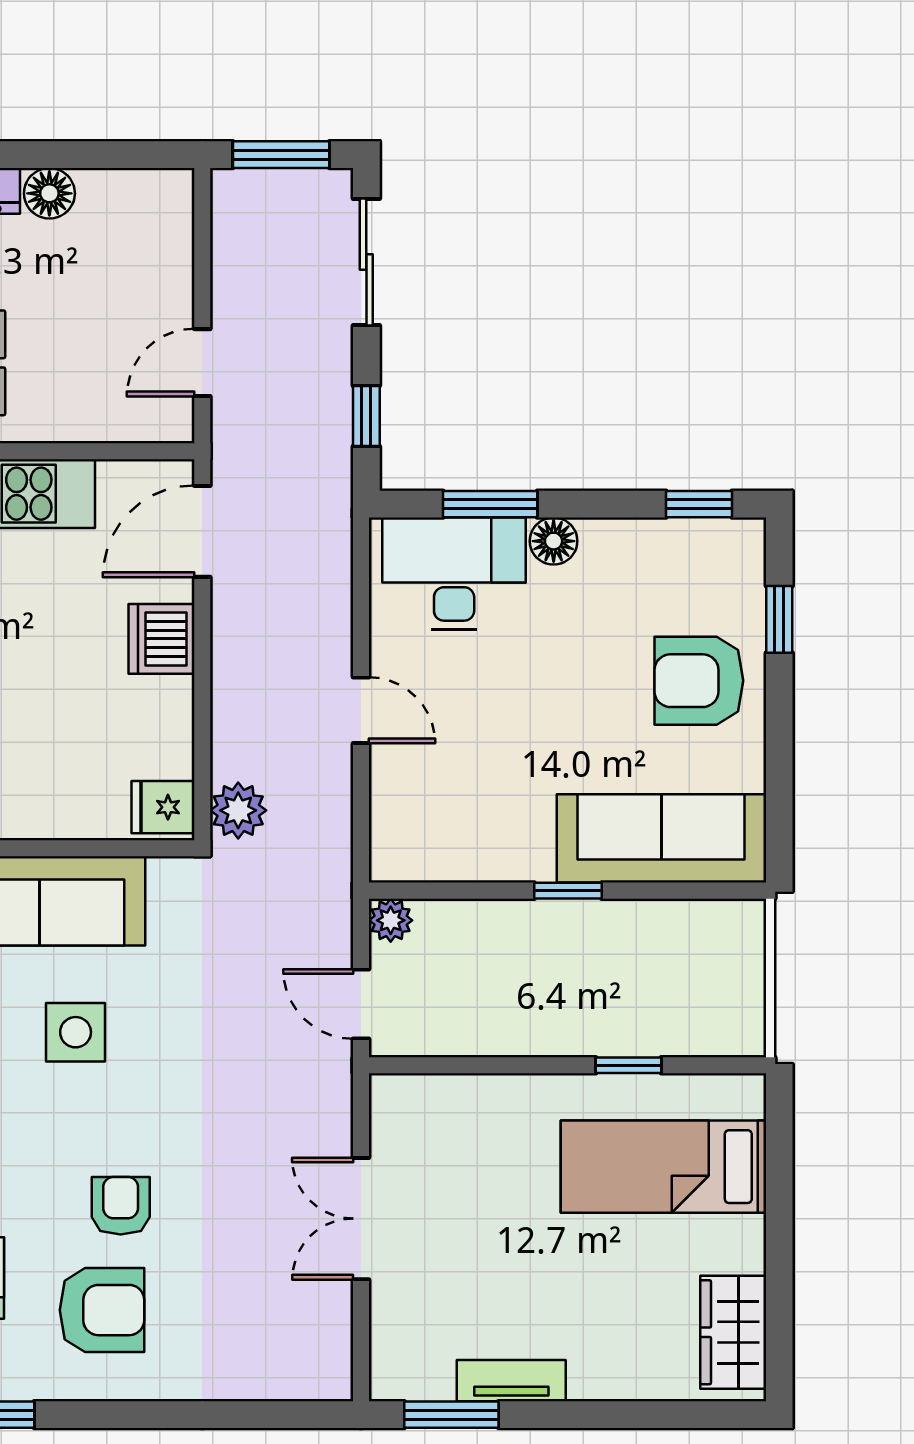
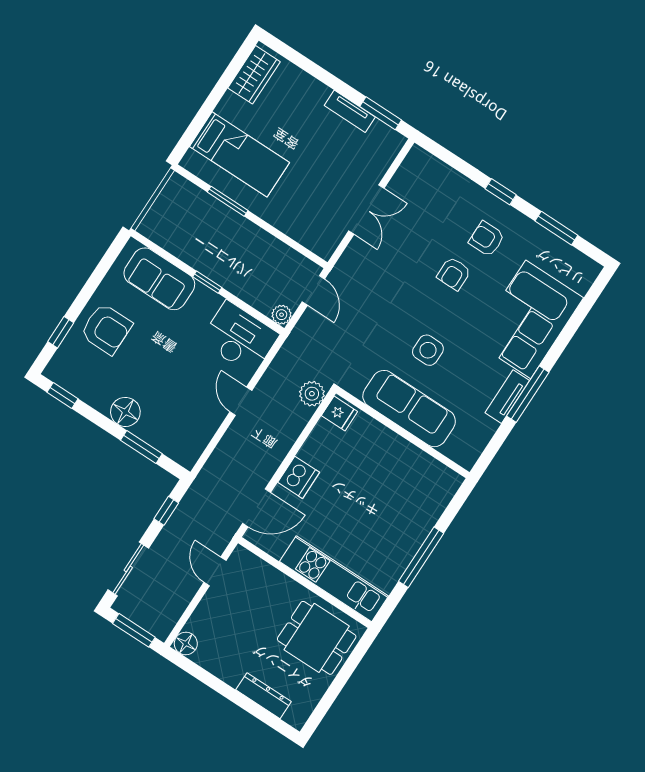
floor lamp: (49, 193) -> (186, 644), moved
door: (202, 363) -> (215, 571), swing flipped
floor lamp: (554, 541) -> (125, 412), width x1.38, depth x1.38
desk: (454, 574) -> (240, 338), moved, turned 180
sofa: (661, 838) -> (159, 279), width x0.73
window: (629, 1065) -> (228, 201), width x1.50
armchair: (102, 1310) -> (487, 239), width x0.72, depth x0.72
window: (133, 1415) -> (501, 192), added

